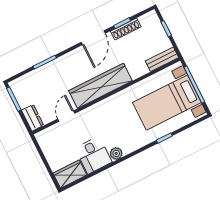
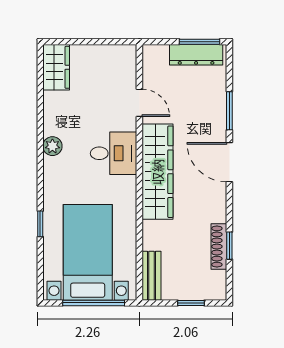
door: (93, 38) -> (229, 162), moved
dresser: (33, 118) -> (196, 55), moved, width x1.44
desk: (93, 155) -> (114, 153), moved, turned 180

